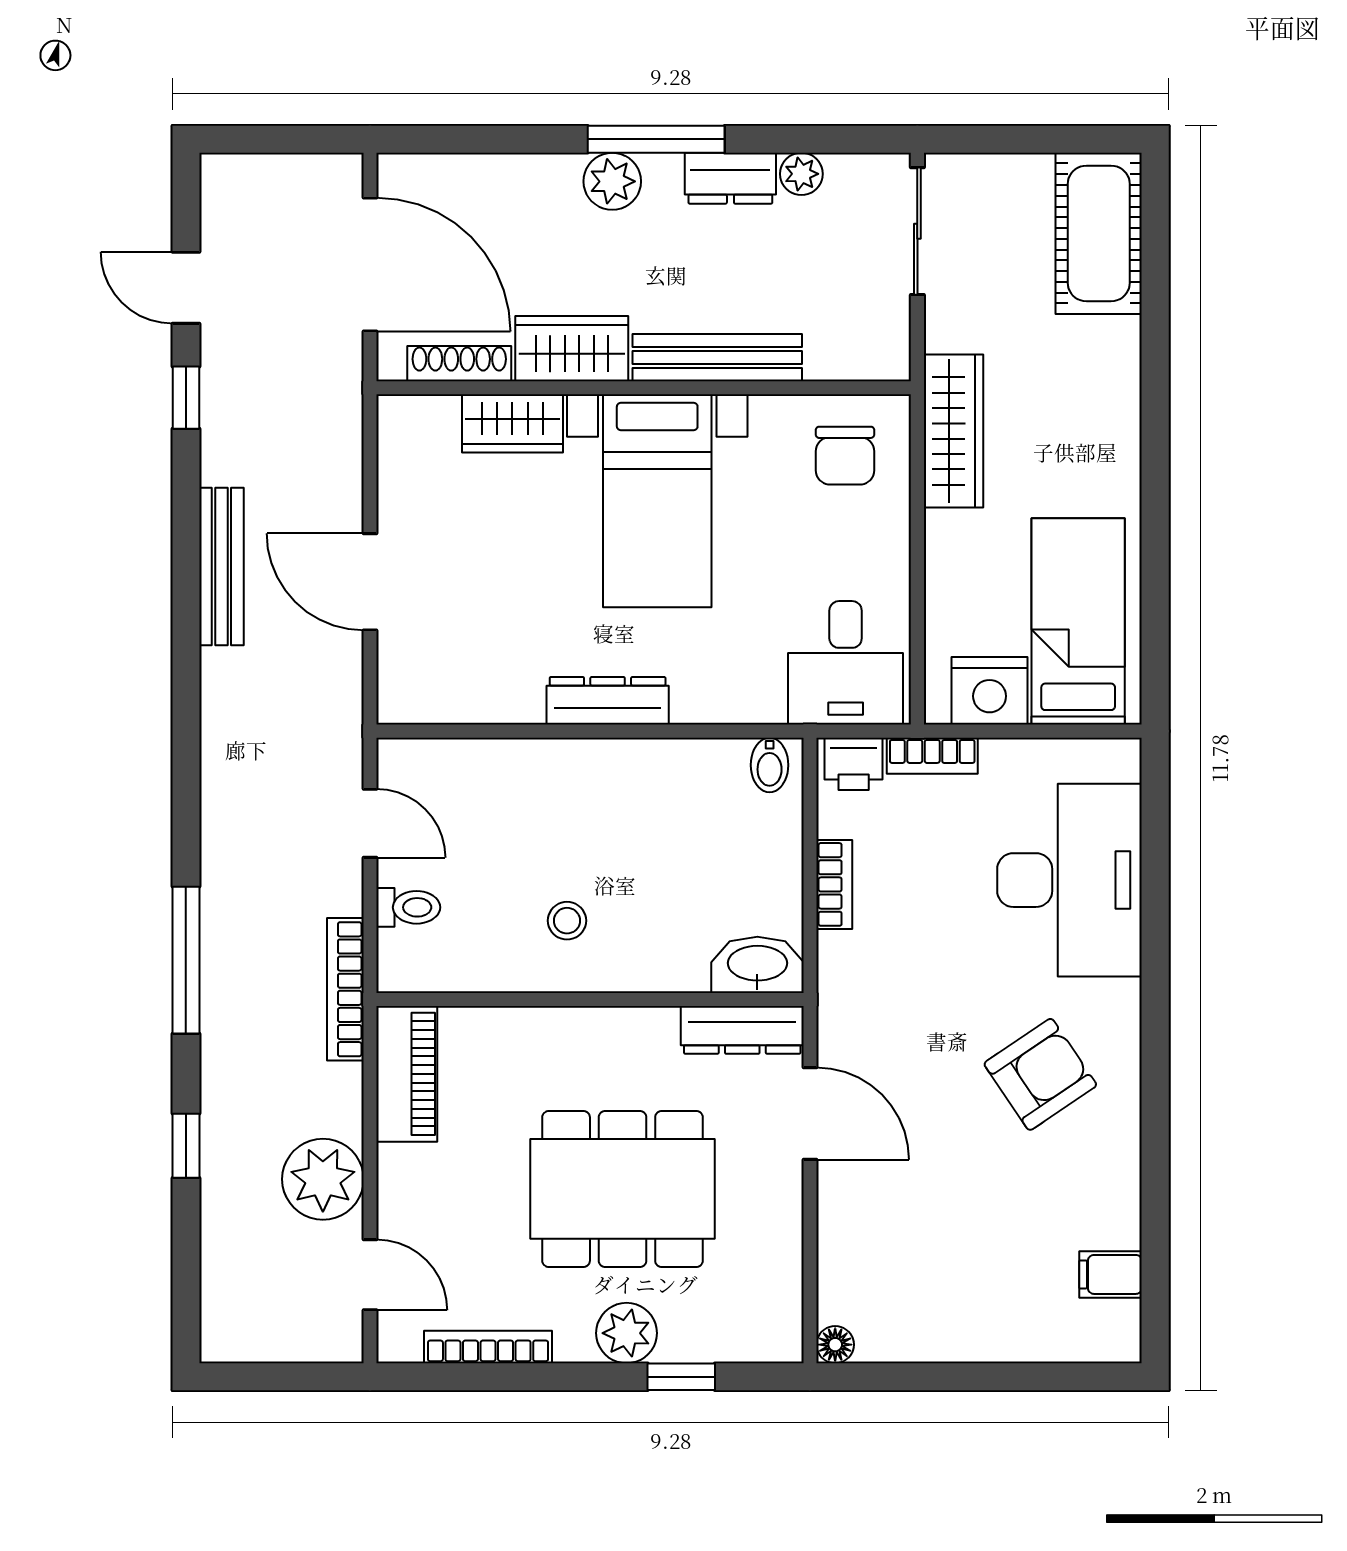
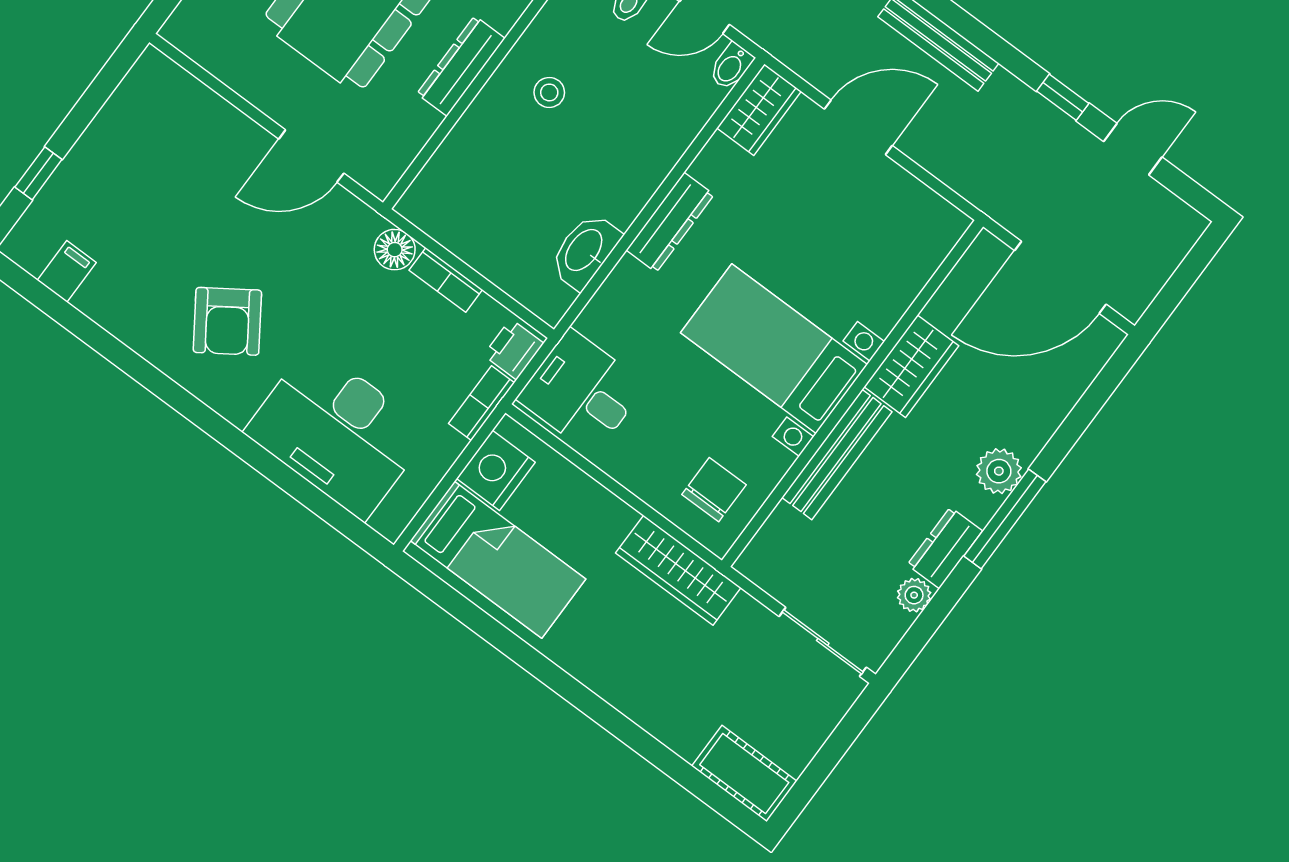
cot: (1099, 233) -> (744, 774), width x0.73, depth x0.75
shoe rack: (459, 364) -> (955, 287), removed
wardrobe: (512, 423) -> (759, 110), moved, turned 180
chair: (845, 456) -> (714, 490), turned 90
bidet: (770, 765) -> (731, 66), moved, turned -90
washbasin: (757, 965) -> (585, 251), moved, turned 180
dresser: (742, 1030) -> (461, 66), moved
floor lamp: (835, 1345) -> (395, 250), moved, width x1.37, depth x1.37
window: (1033, 1377) -> (38, 173), added

